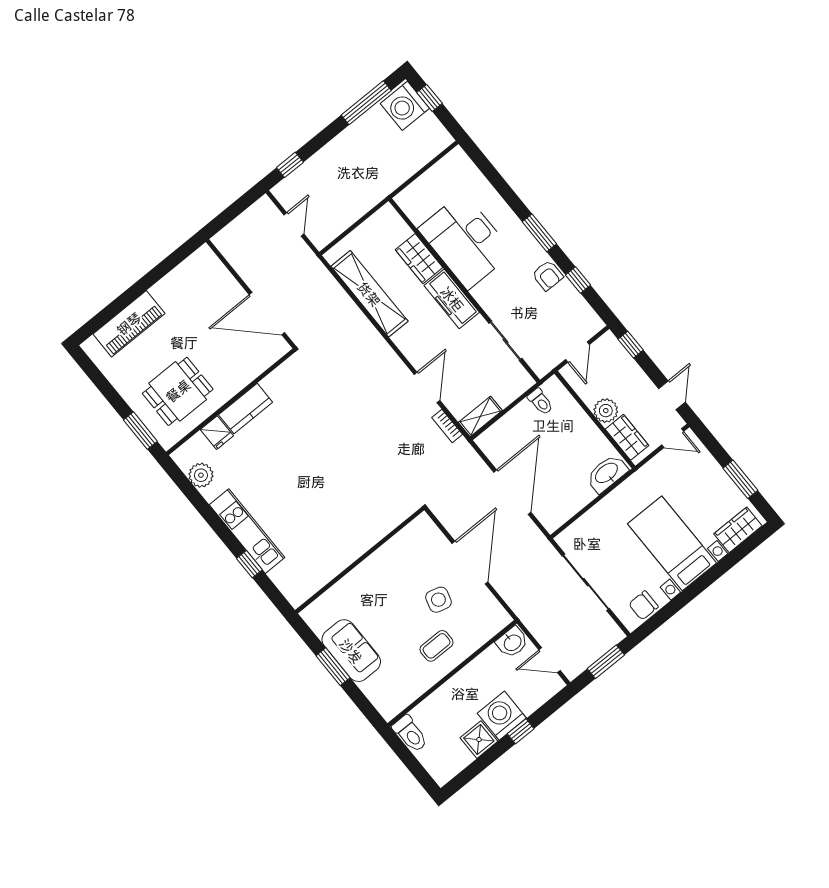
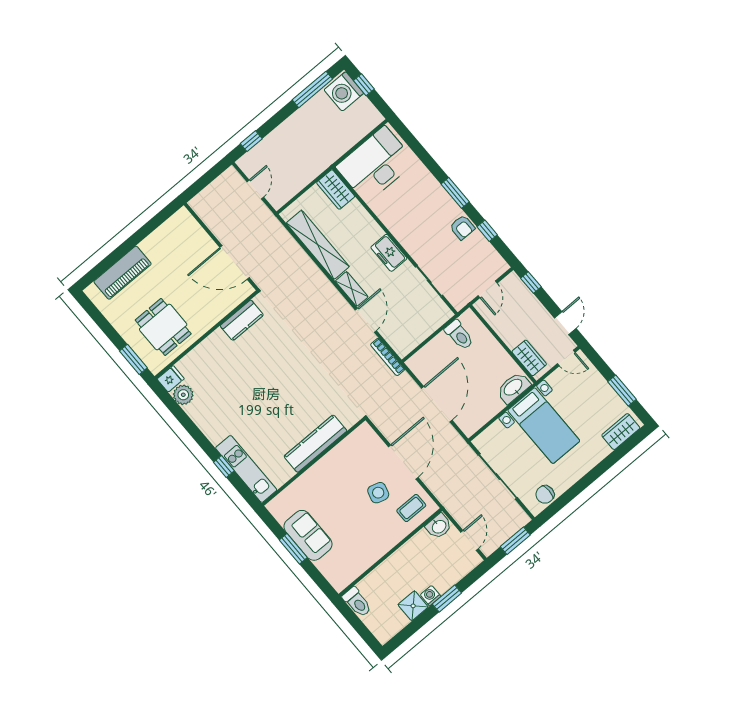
desk: (466, 241) -> (375, 164), moved, turned 90
wardrobe: (419, 259) -> (336, 190), moved
freezer: (452, 299) -> (389, 253), width x0.71
dining table: (178, 391) -> (163, 327), turned 90
toilet: (540, 402) -> (459, 335), width x1.37, depth x1.39
kitchen counter: (246, 408) -> (242, 320), moved
plant: (606, 411) -> (512, 337), removed
shelving: (480, 416) -> (352, 289), moved, turned 90
bookcase: (447, 426) -> (388, 357), width x1.56
fridge: (217, 433) -> (171, 379), moved, turned -90
kitchen unit: (247, 531) -> (246, 469), moved
kitchen counter: (362, 538) -> (315, 444), added
bed with nightstands: (672, 543) -> (544, 426), moved, turned 180
coffee table: (437, 646) -> (411, 508), moved
door: (550, 660) -> (469, 540), swing flipped
washing machine: (502, 716) -> (431, 596), width x0.53, depth x0.53
window: (521, 731) -> (447, 598), width x1.50

